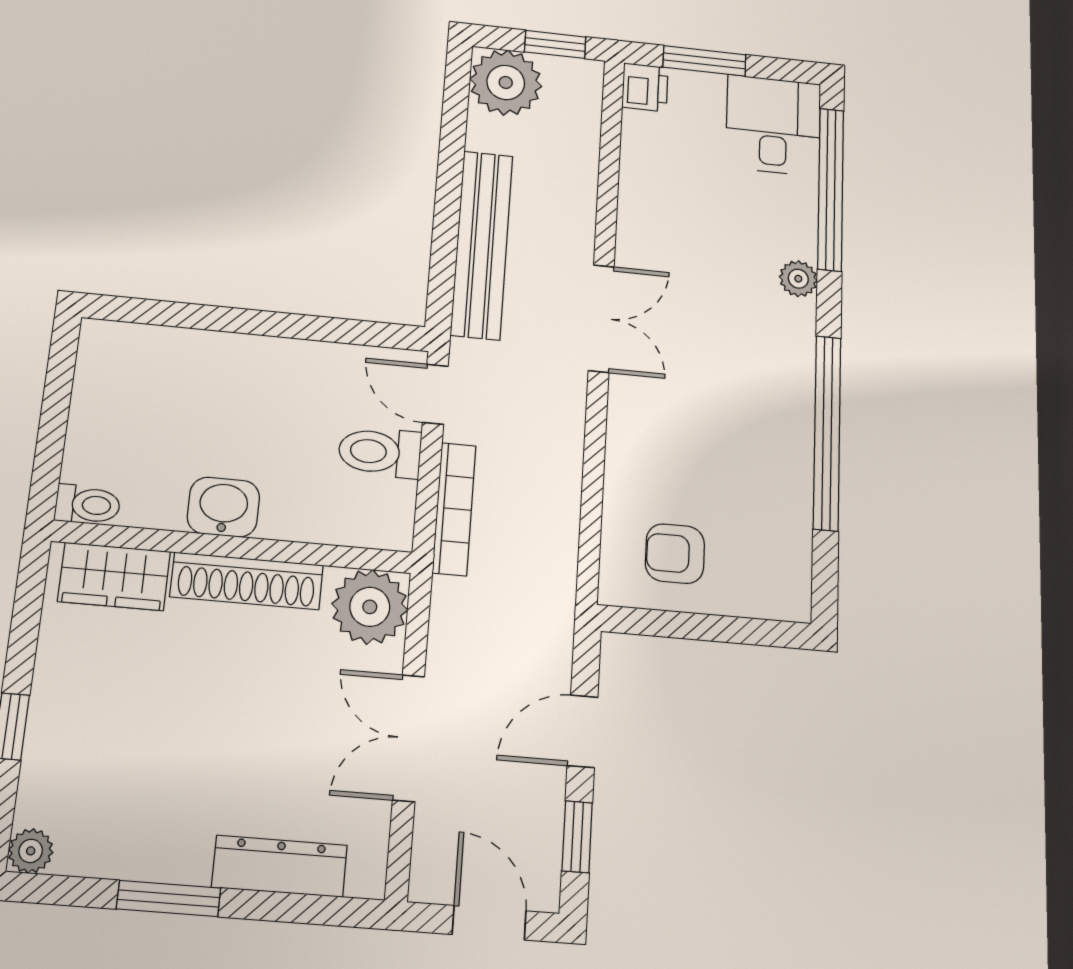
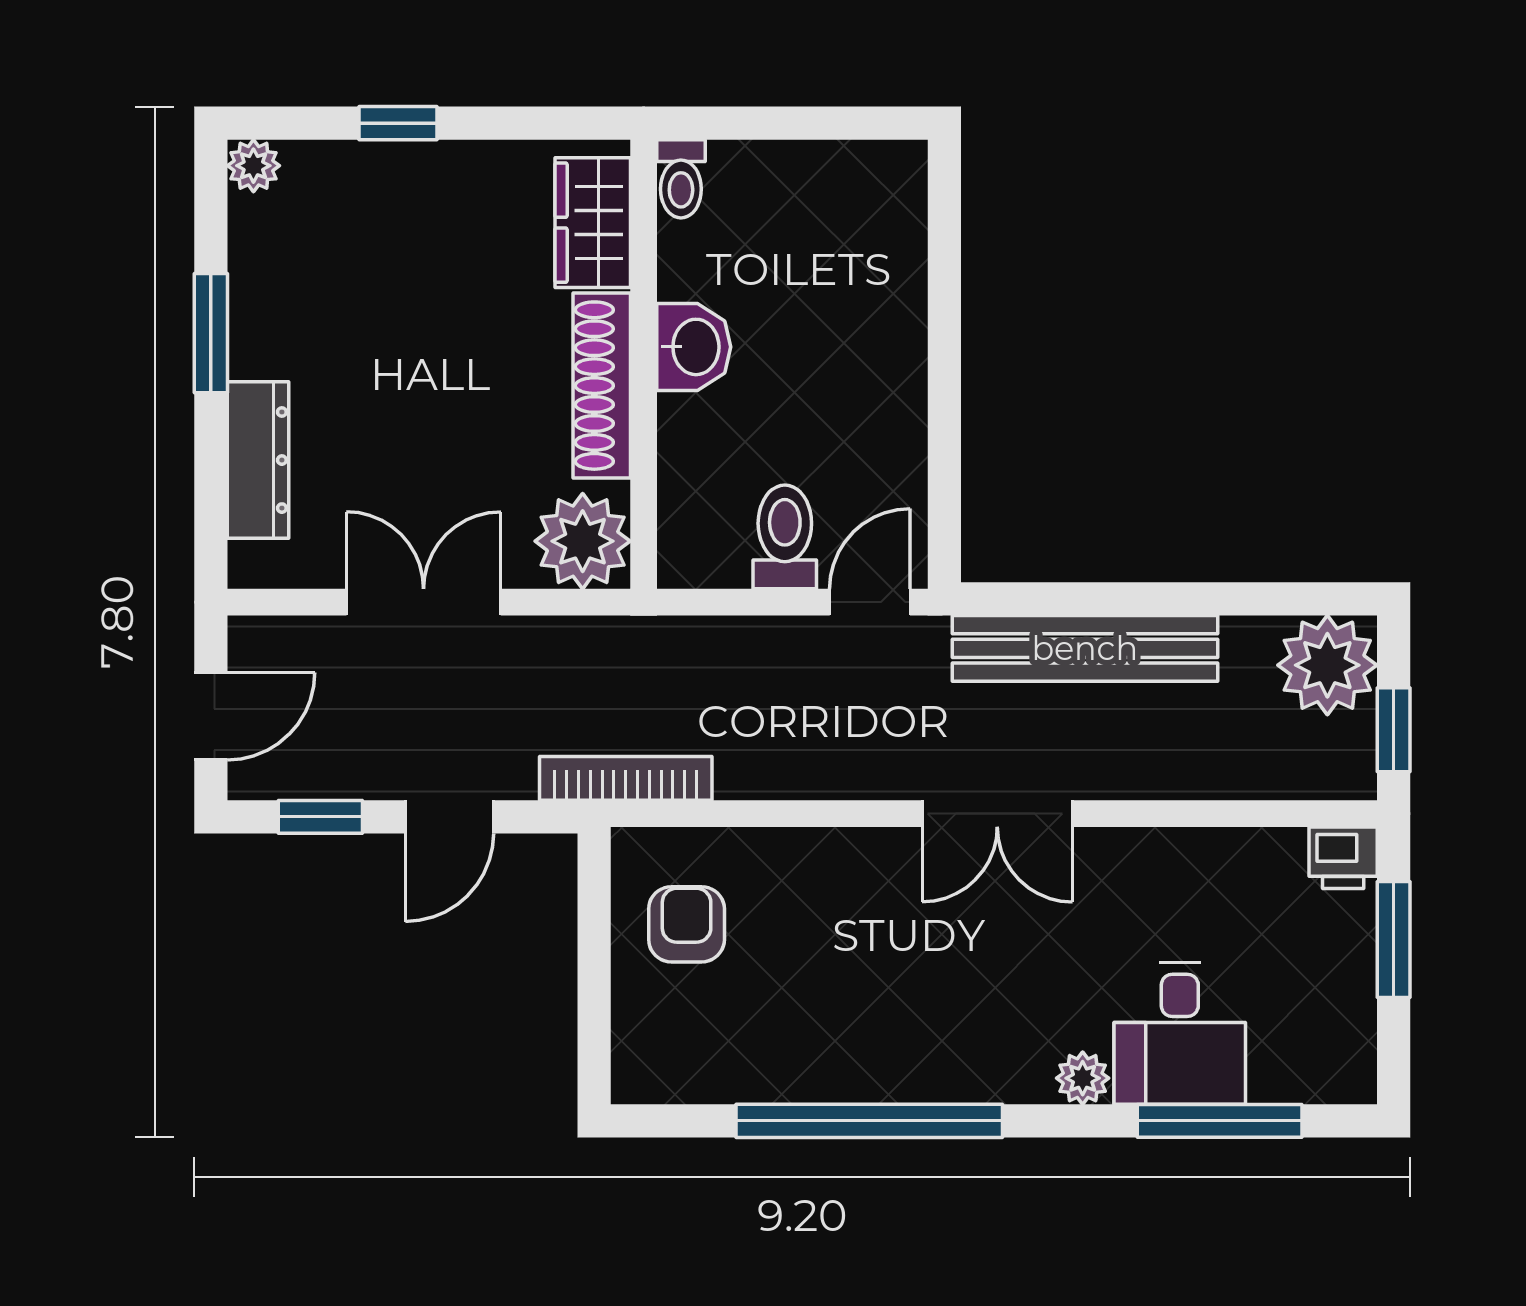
desk: (773, 125) -> (1180, 1034), moved, turned 90
window: (831, 189) -> (1220, 1121), width x0.68
bookcase: (454, 509) -> (626, 778), moved, turned 180
door: (583, 731) -> (449, 817), swing flipped

